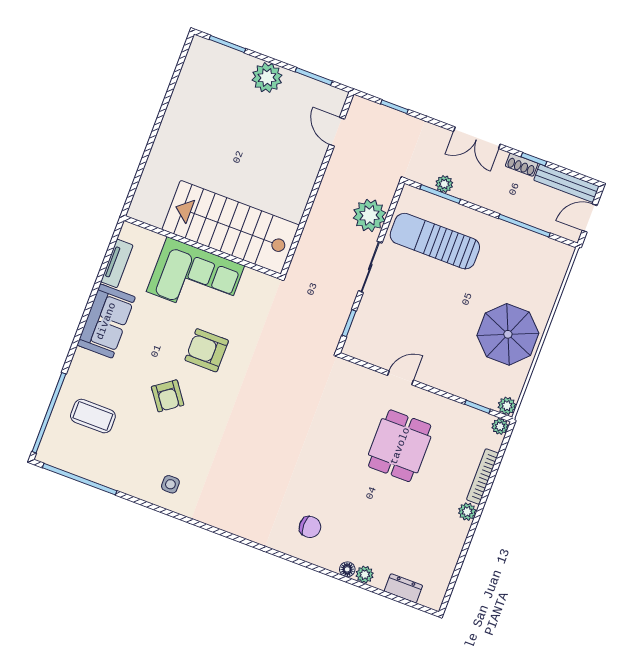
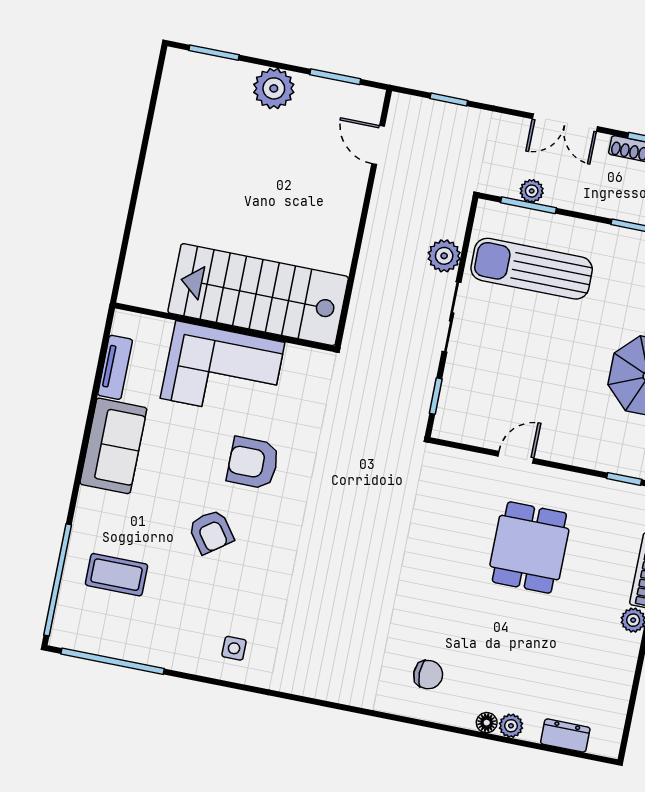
plant: (370, 215) -> (444, 256), width x0.73, depth x0.73

